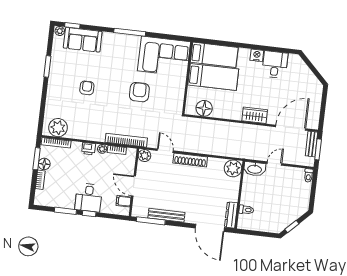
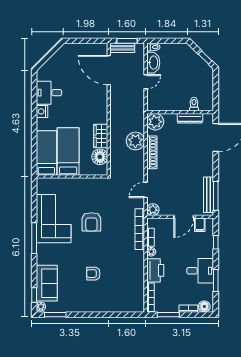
corner sofa: (164, 56) -> (54, 219), moved
window: (47, 66) -> (55, 315), moved
armchair: (139, 92) -> (91, 222), turned -90
wardrobe: (255, 115) -> (101, 136), moved
plant: (58, 128) -> (135, 141), moved
printer: (89, 149) -> (155, 270), width x1.87, depth x1.48
shoe rack: (190, 160) -> (152, 152), moved
door: (274, 163) -> (146, 82), swing flipped
floor lamp: (44, 164) -> (204, 307), moved
washbasin: (255, 169) -> (153, 63), moved
desk: (89, 198) -> (200, 271), moved
window: (89, 214) -> (216, 242), moved
bench: (166, 215) -> (209, 195), moved
dresser: (231, 215) -> (190, 118), moved

